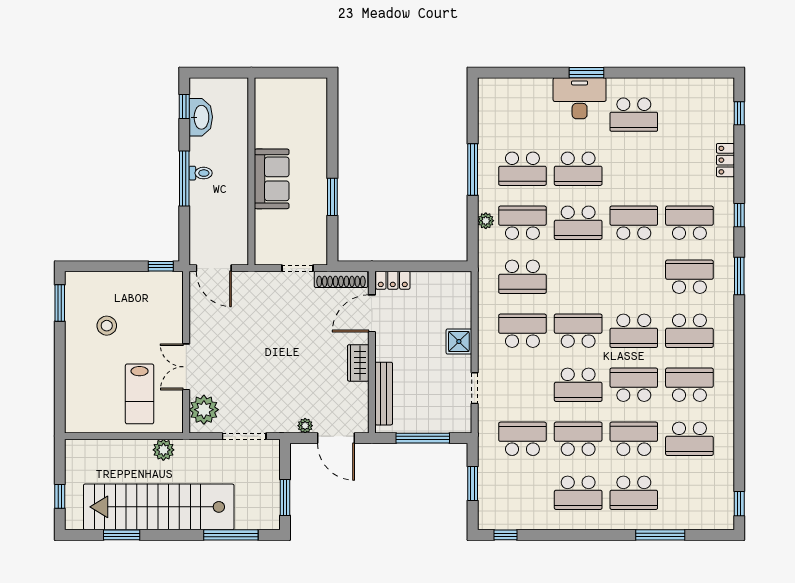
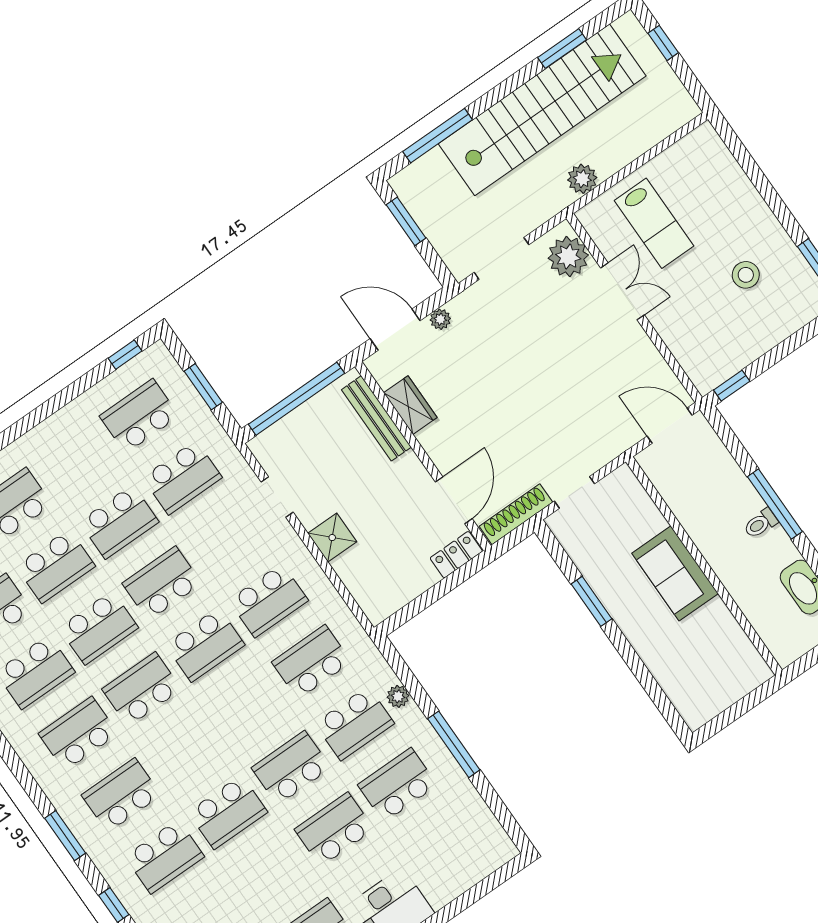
school desk: (689, 277) -> (121, 795), turned 180
wardrobe: (358, 363) -> (410, 405), moved
lab bench: (140, 394) -> (654, 223), turned 180
window: (423, 438) -> (296, 399), width x1.46
school desk: (578, 493) -> (139, 416), moved

